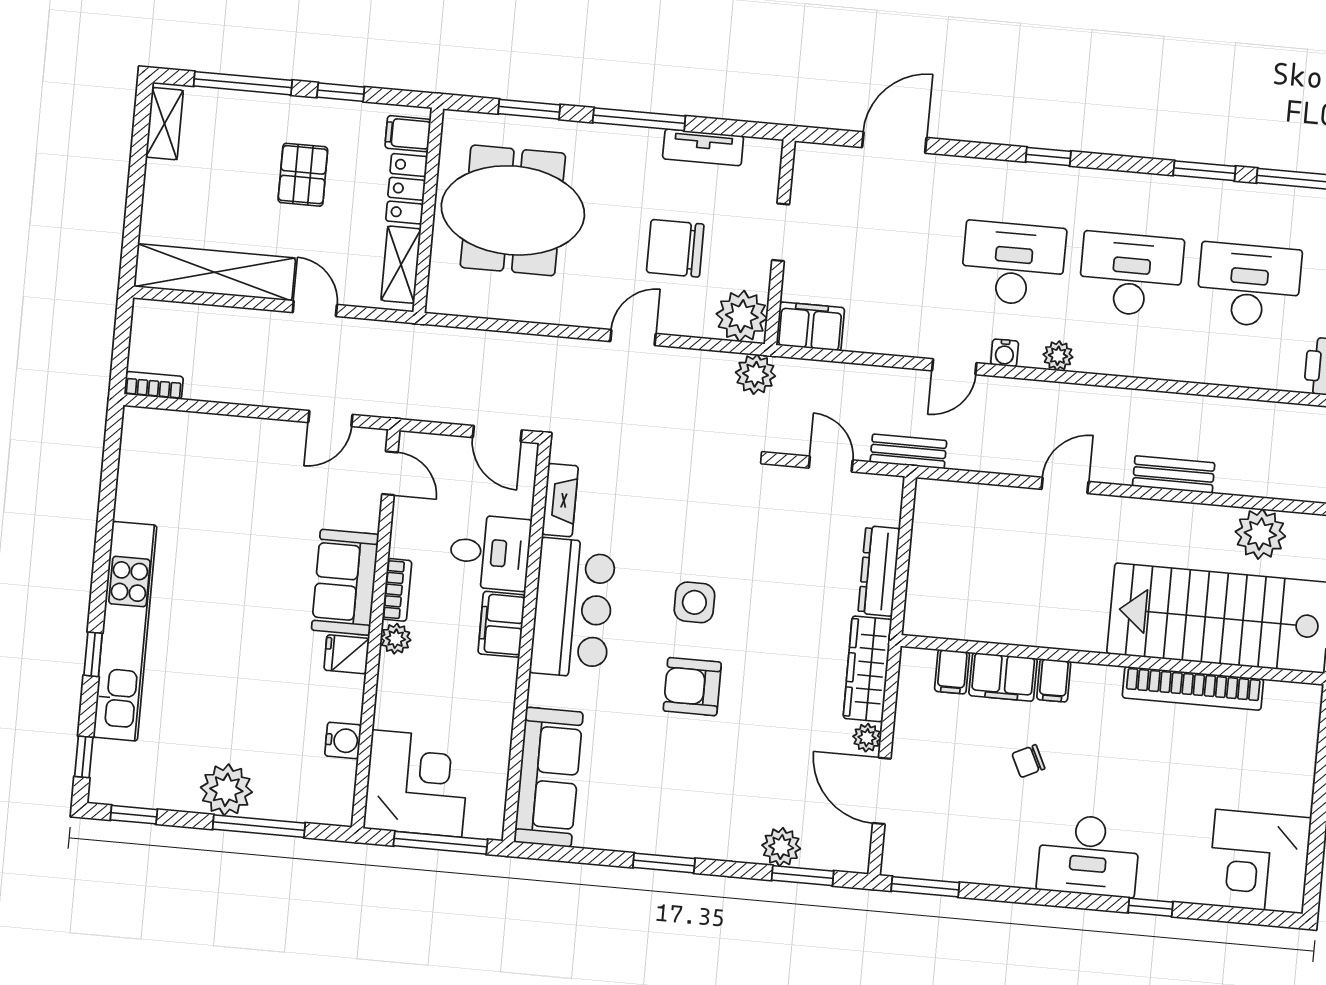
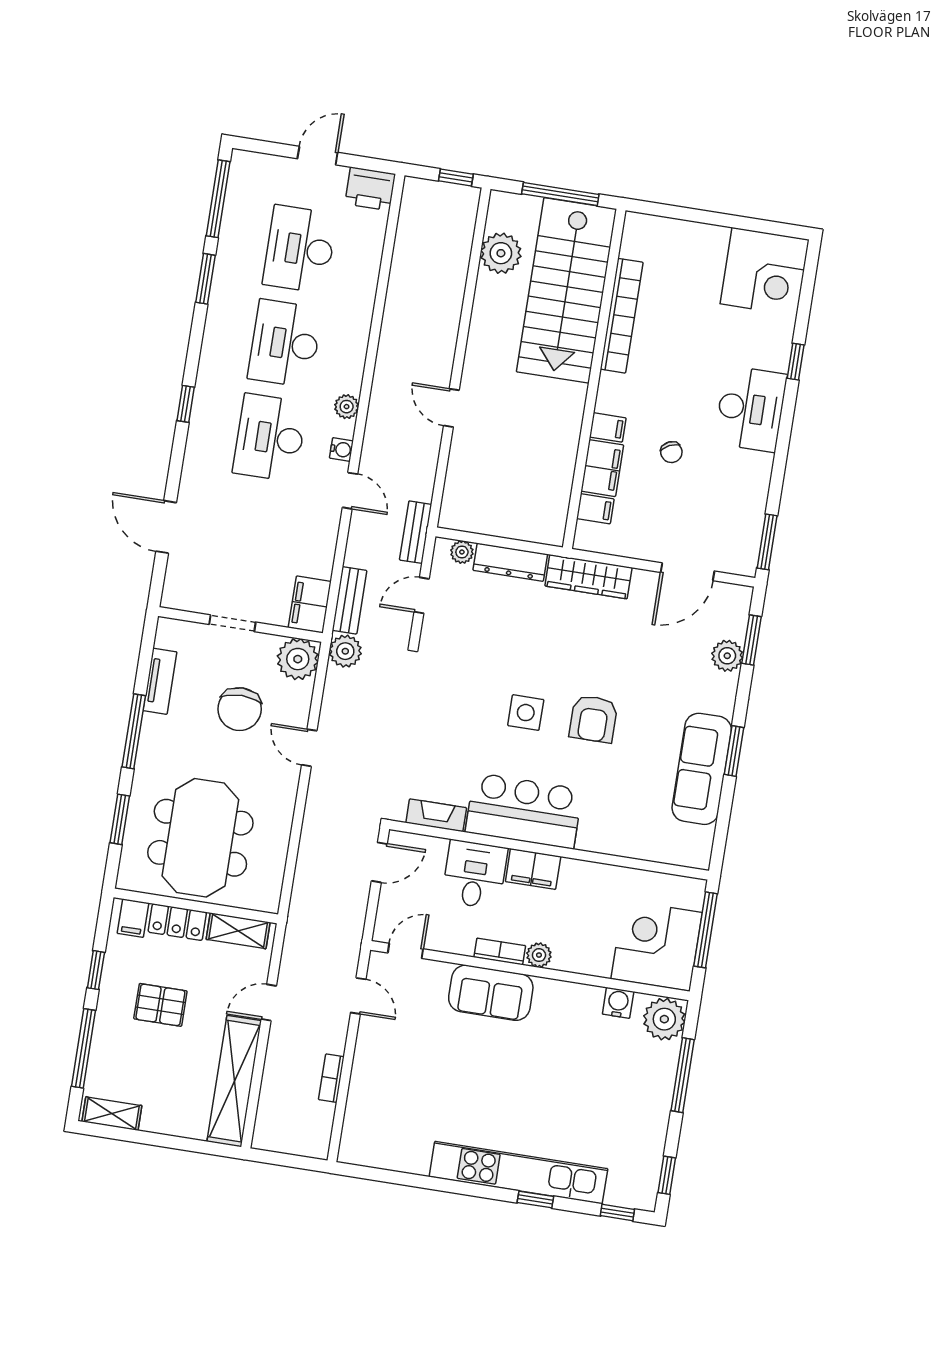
bookcase: (154, 385) -> (331, 1078), moved
bench: (1174, 474) -> (349, 600), moved
fridge: (347, 654) -> (549, 995), removed
plant: (867, 738) -> (462, 552), moved
sofa: (549, 777) -> (702, 769), moved, turned -90
plant: (226, 790) -> (664, 1019), moved

